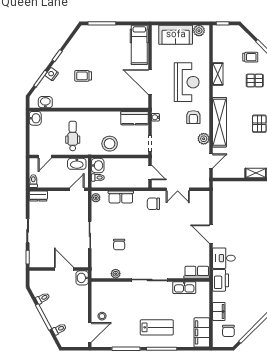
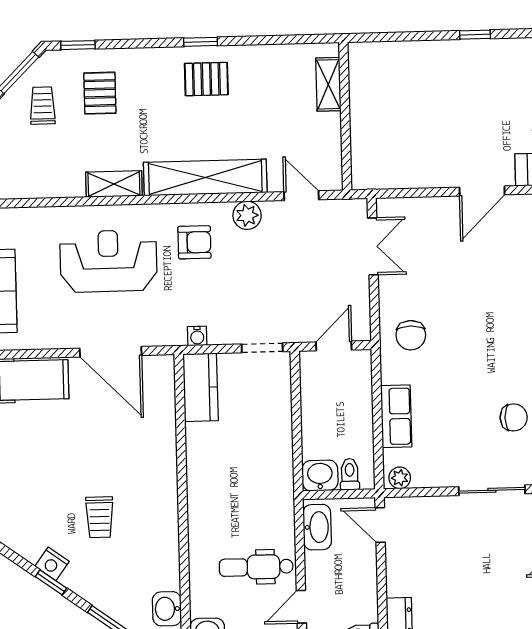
nightstand: (52, 74) -> (52, 564), moved
shelving: (218, 74) -> (114, 184), moved
door: (150, 82) -> (111, 352), hinge flipped
dental chair: (73, 136) -> (256, 567), moved
stool: (110, 144) -> (265, 447), removed
door: (45, 157) -> (301, 607), swing flipped
double door: (178, 189) -> (373, 246), moved

